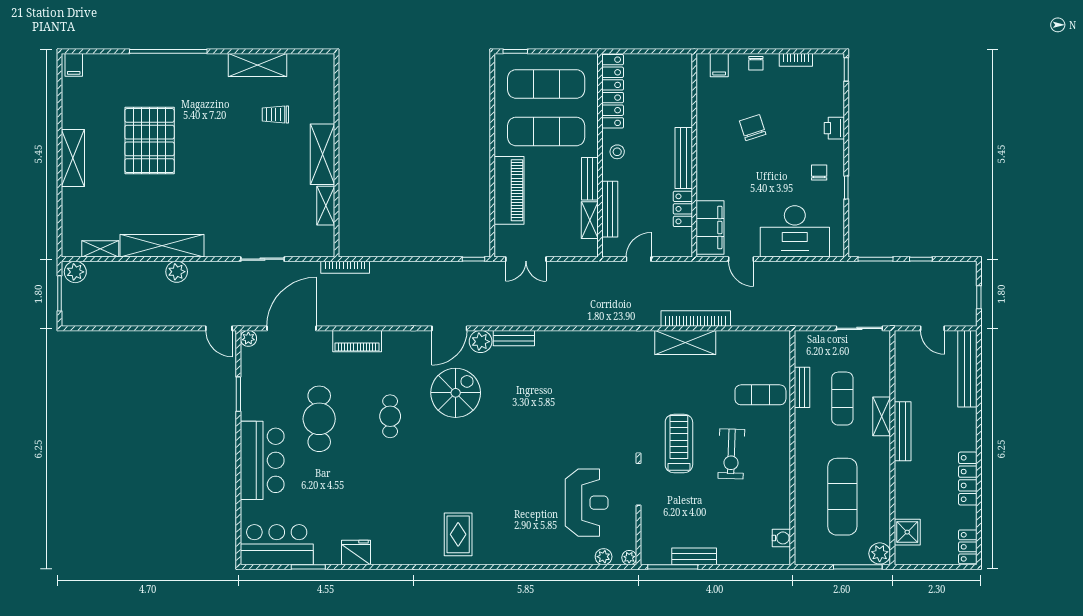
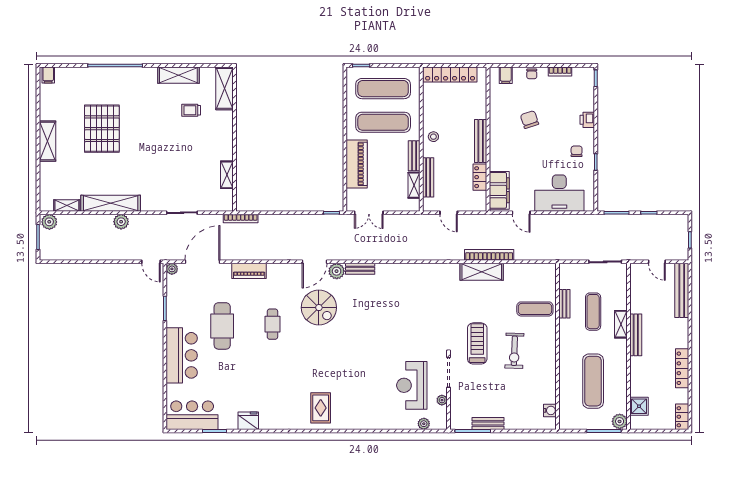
locker: (613, 91) -> (450, 74), moved, turned 90
shelving: (322, 154) -> (224, 88), moved
door: (639, 259) -> (449, 213), swing flipped
spiral stairs: (456, 393) -> (319, 308), turned 90
reception desk: (587, 503) -> (412, 385), turned 180
plant: (629, 558) -> (442, 400), moved

